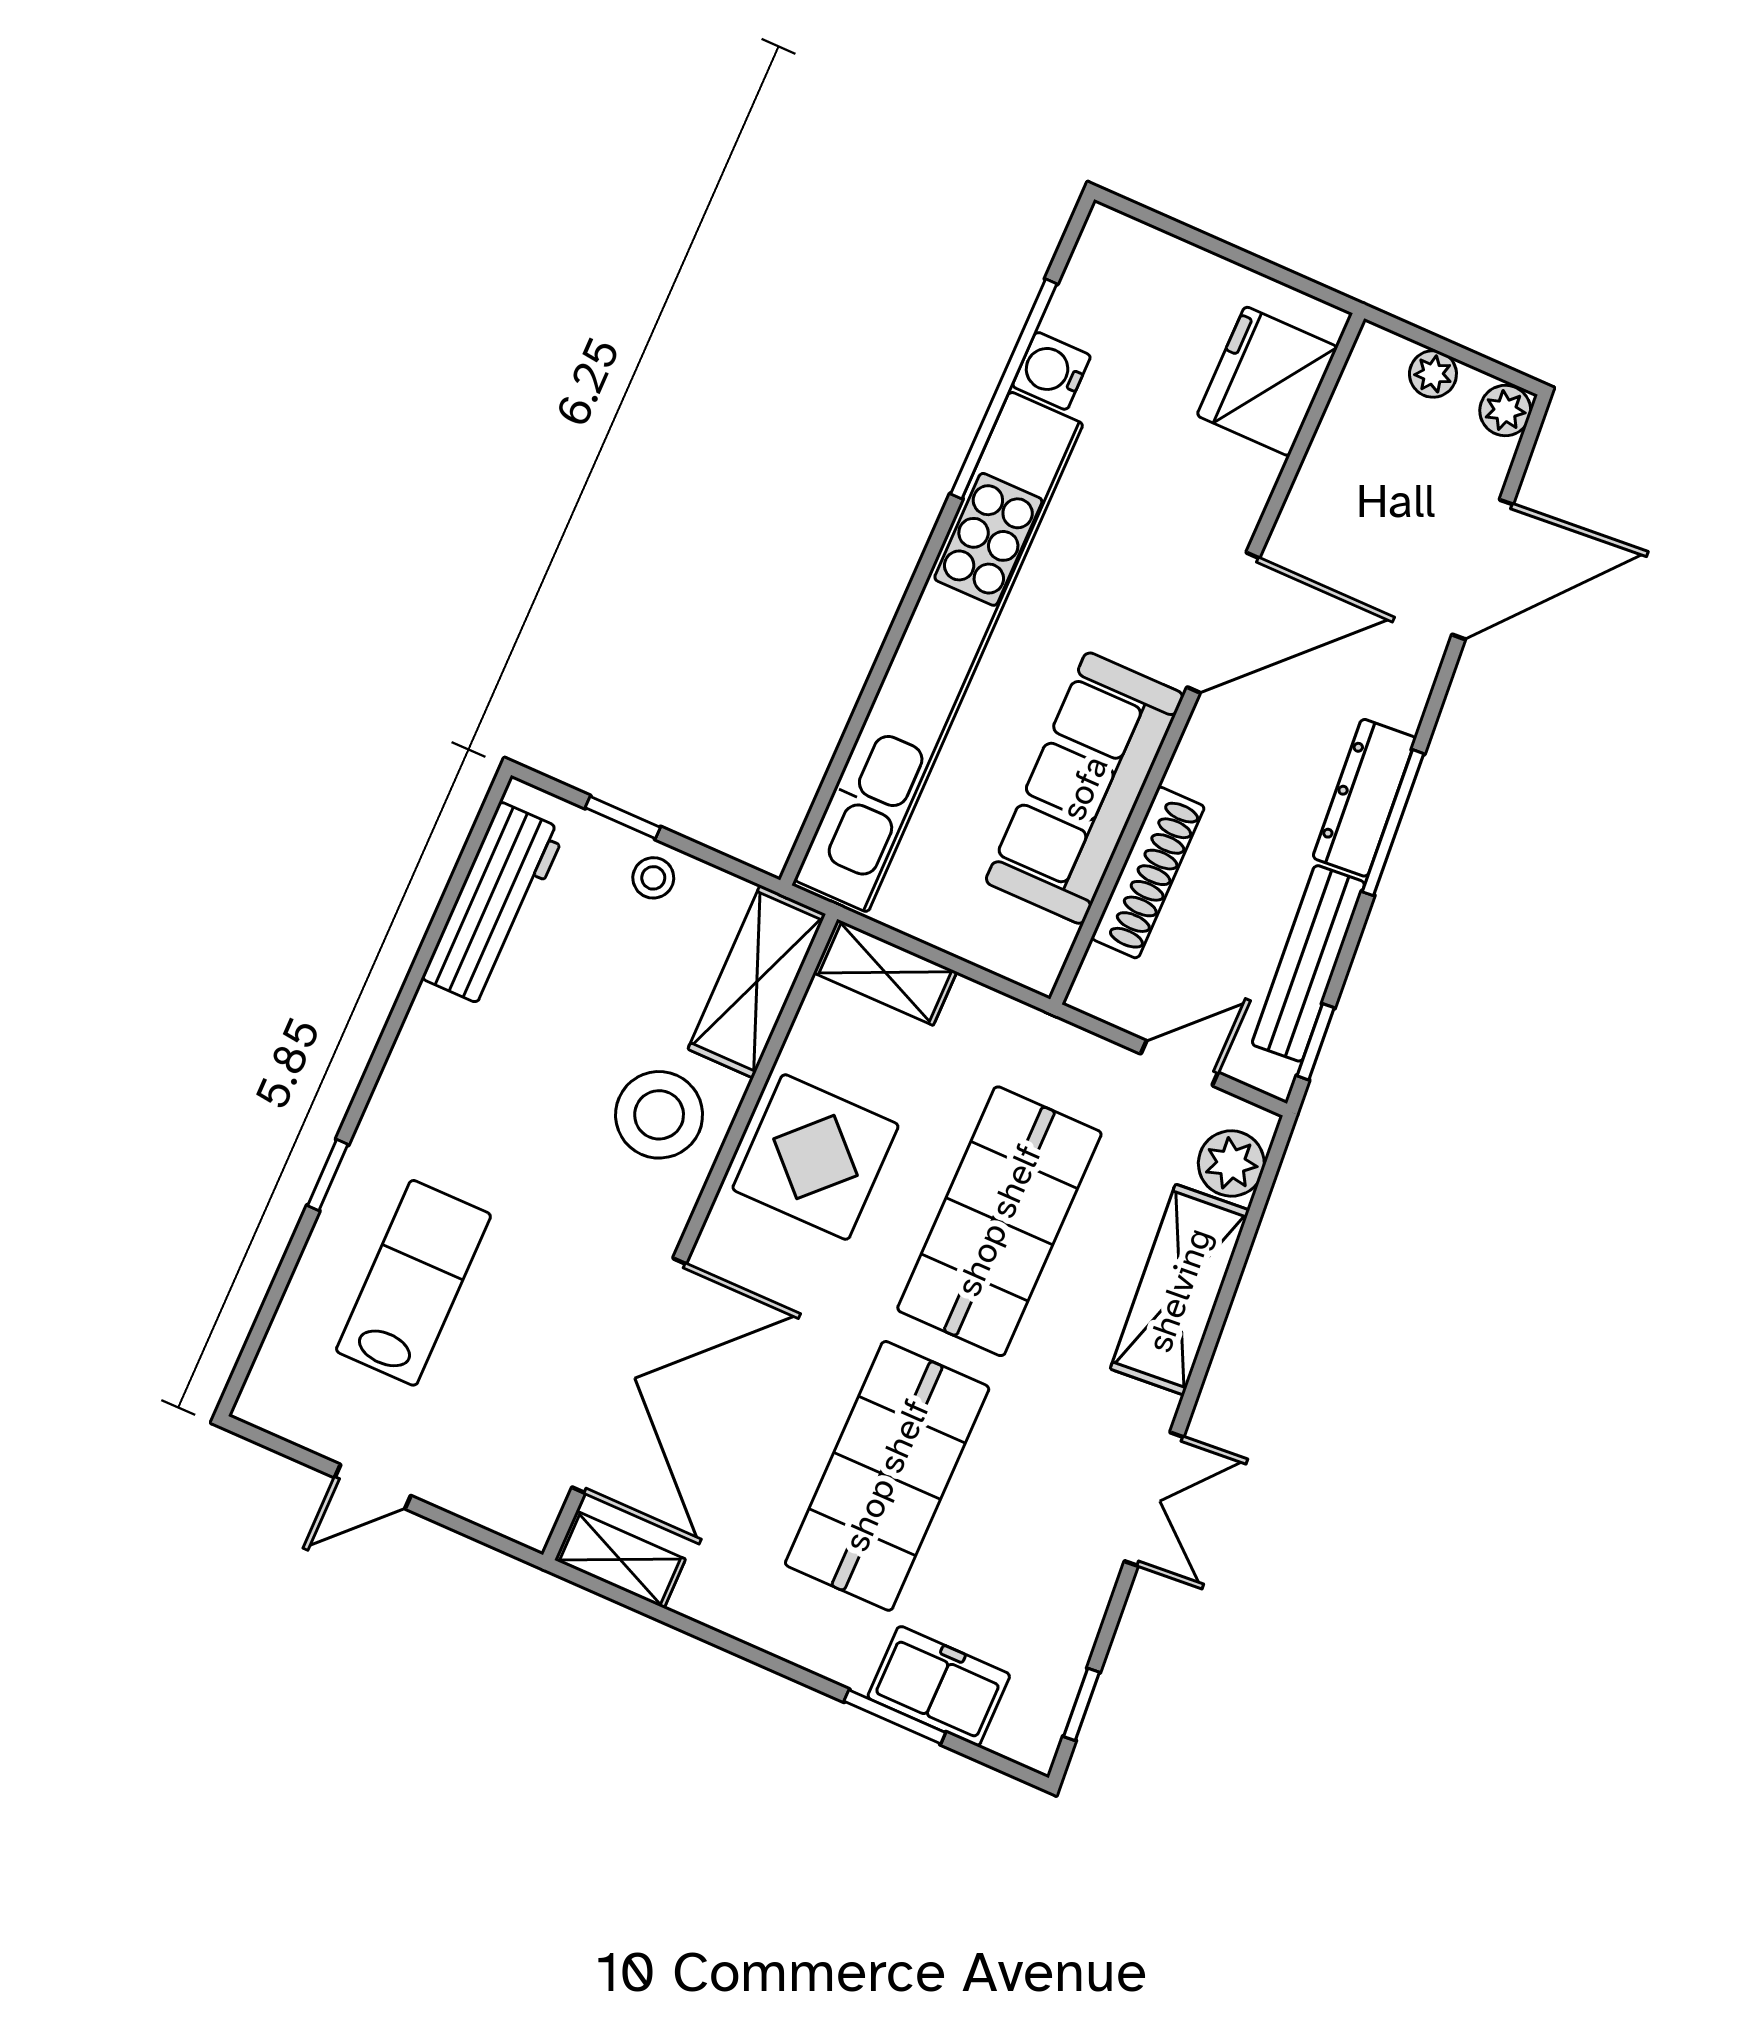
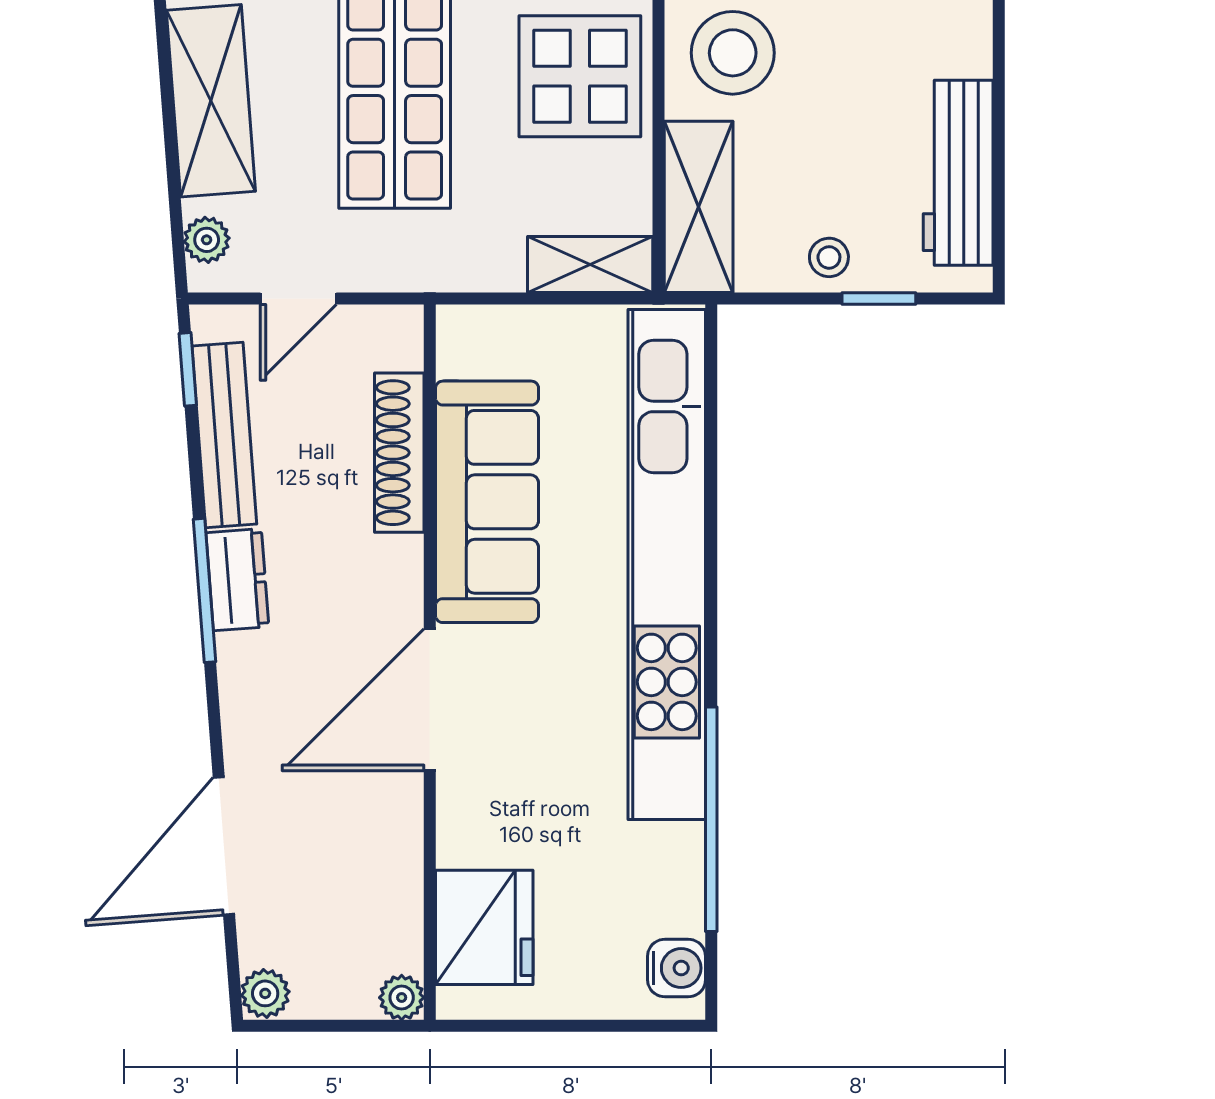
water cooler: (1051, 371) -> (677, 968), moved
plant: (1433, 374) -> (402, 998), moved
dresser: (1364, 798) -> (237, 580), width x0.70
plant: (1231, 1163) -> (207, 240), width x0.73, depth x0.73

